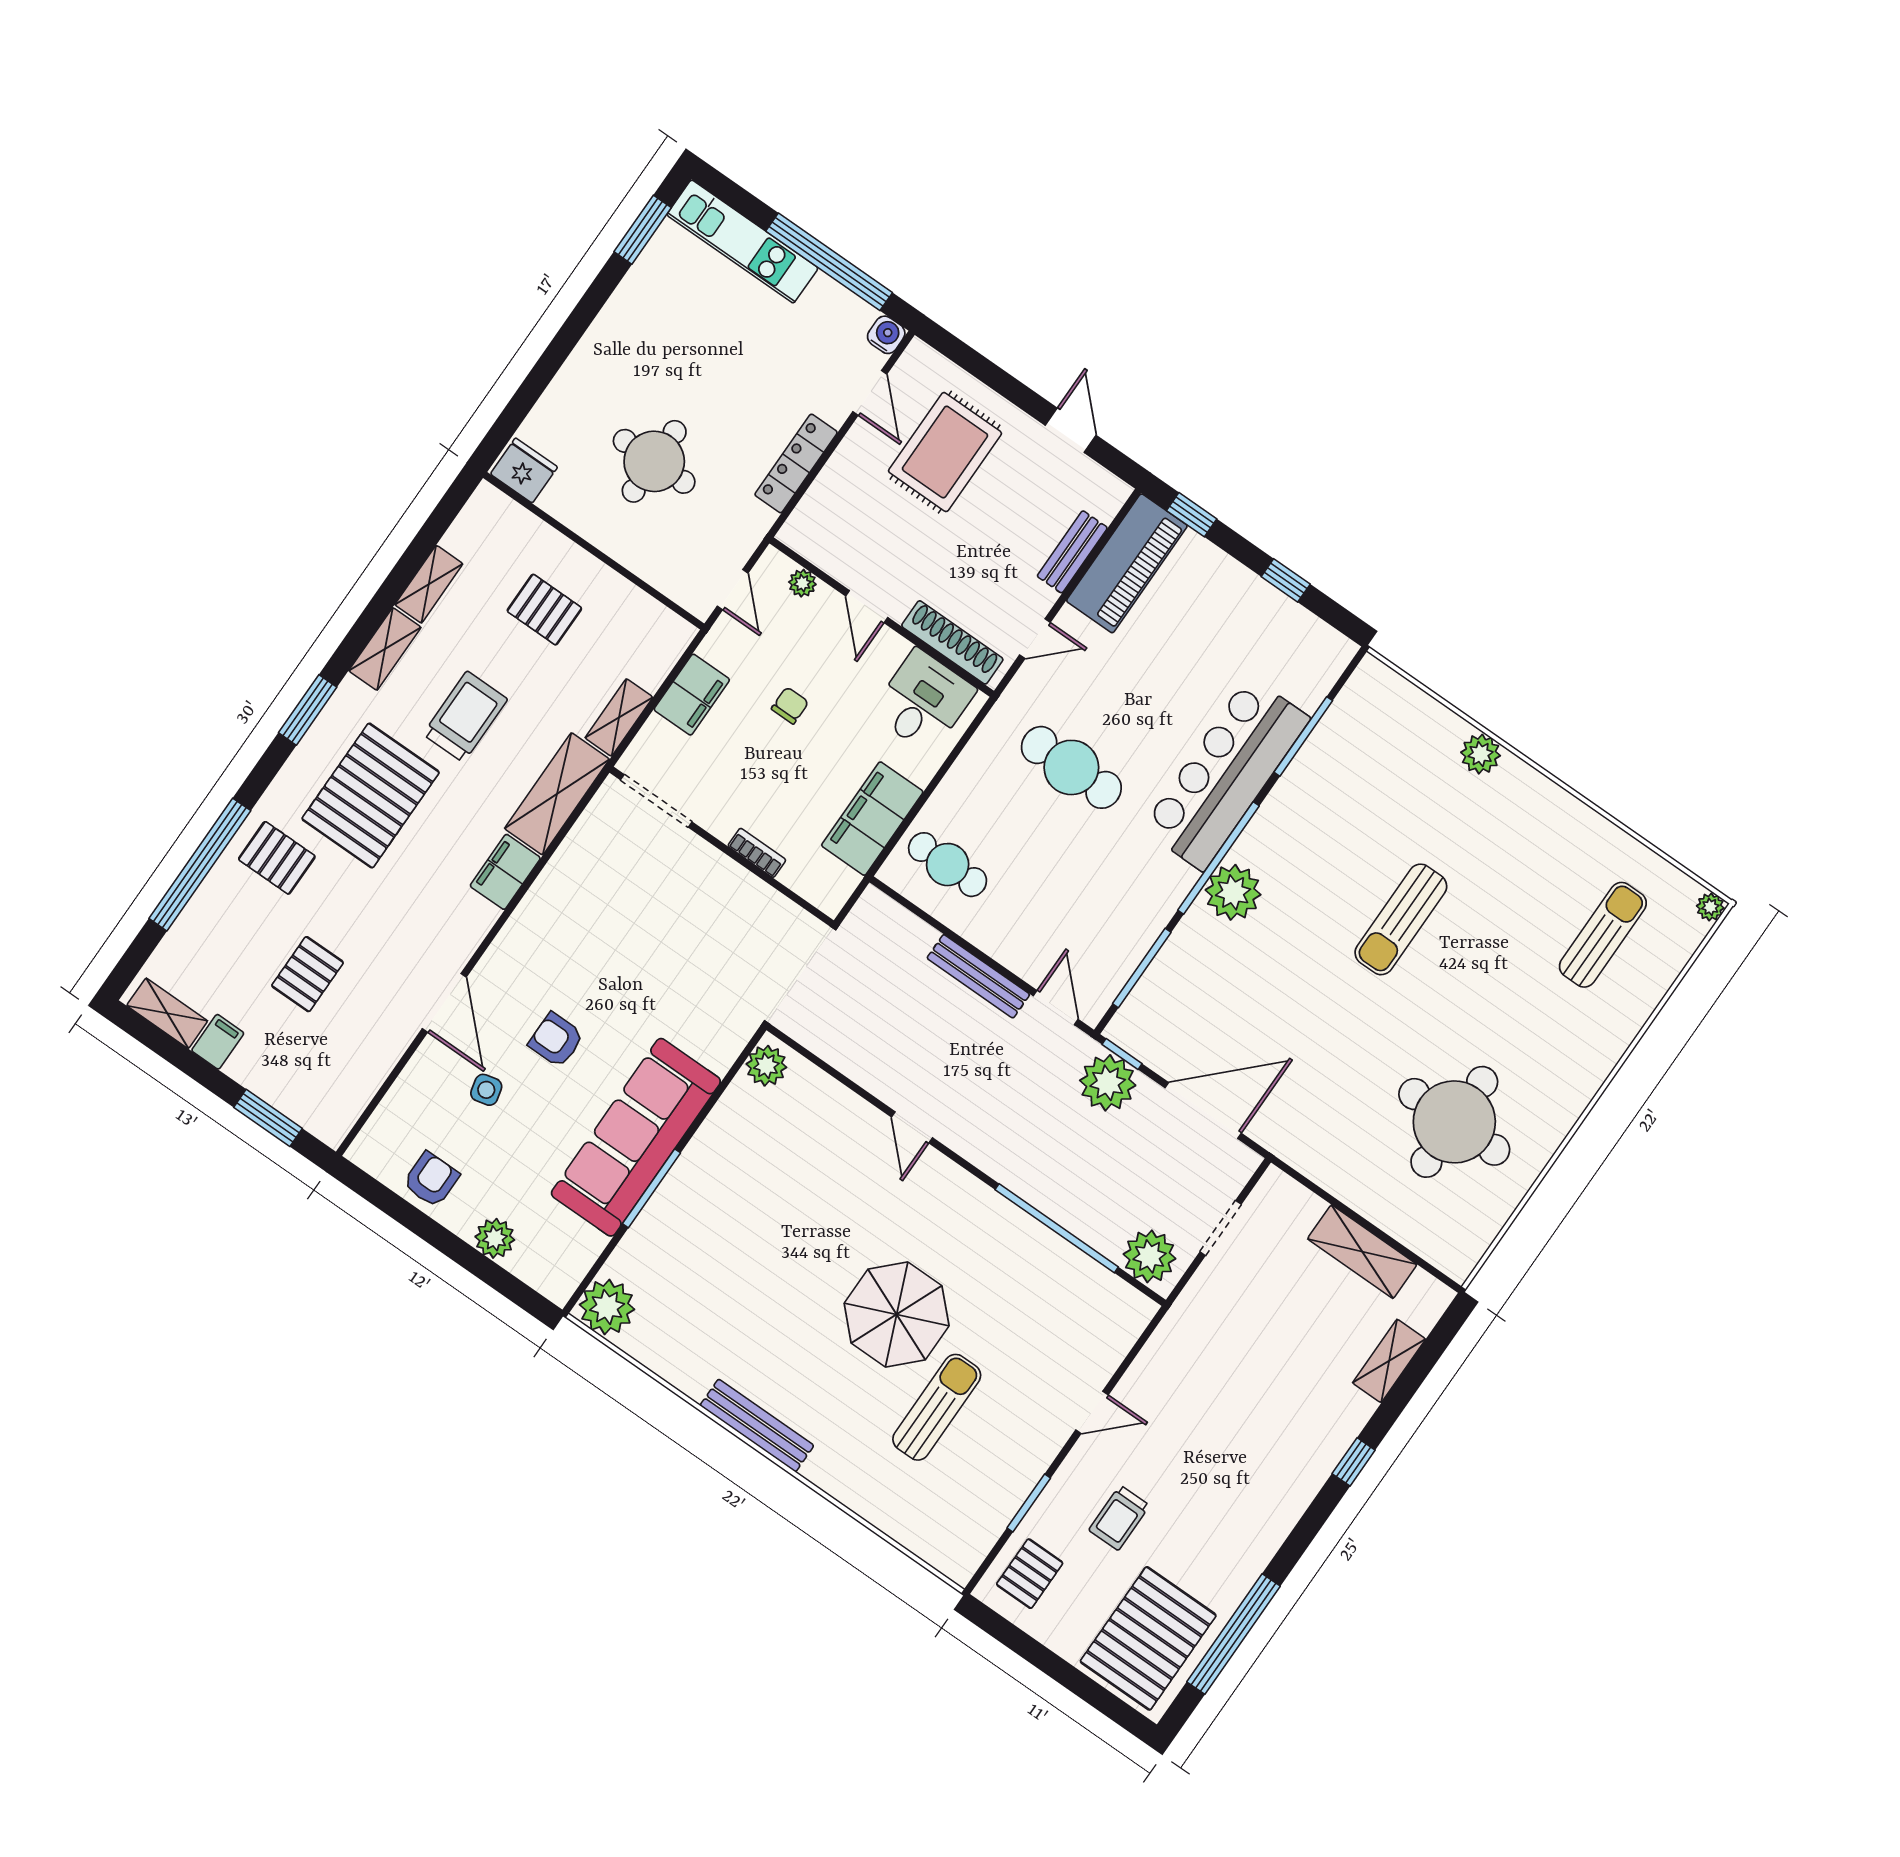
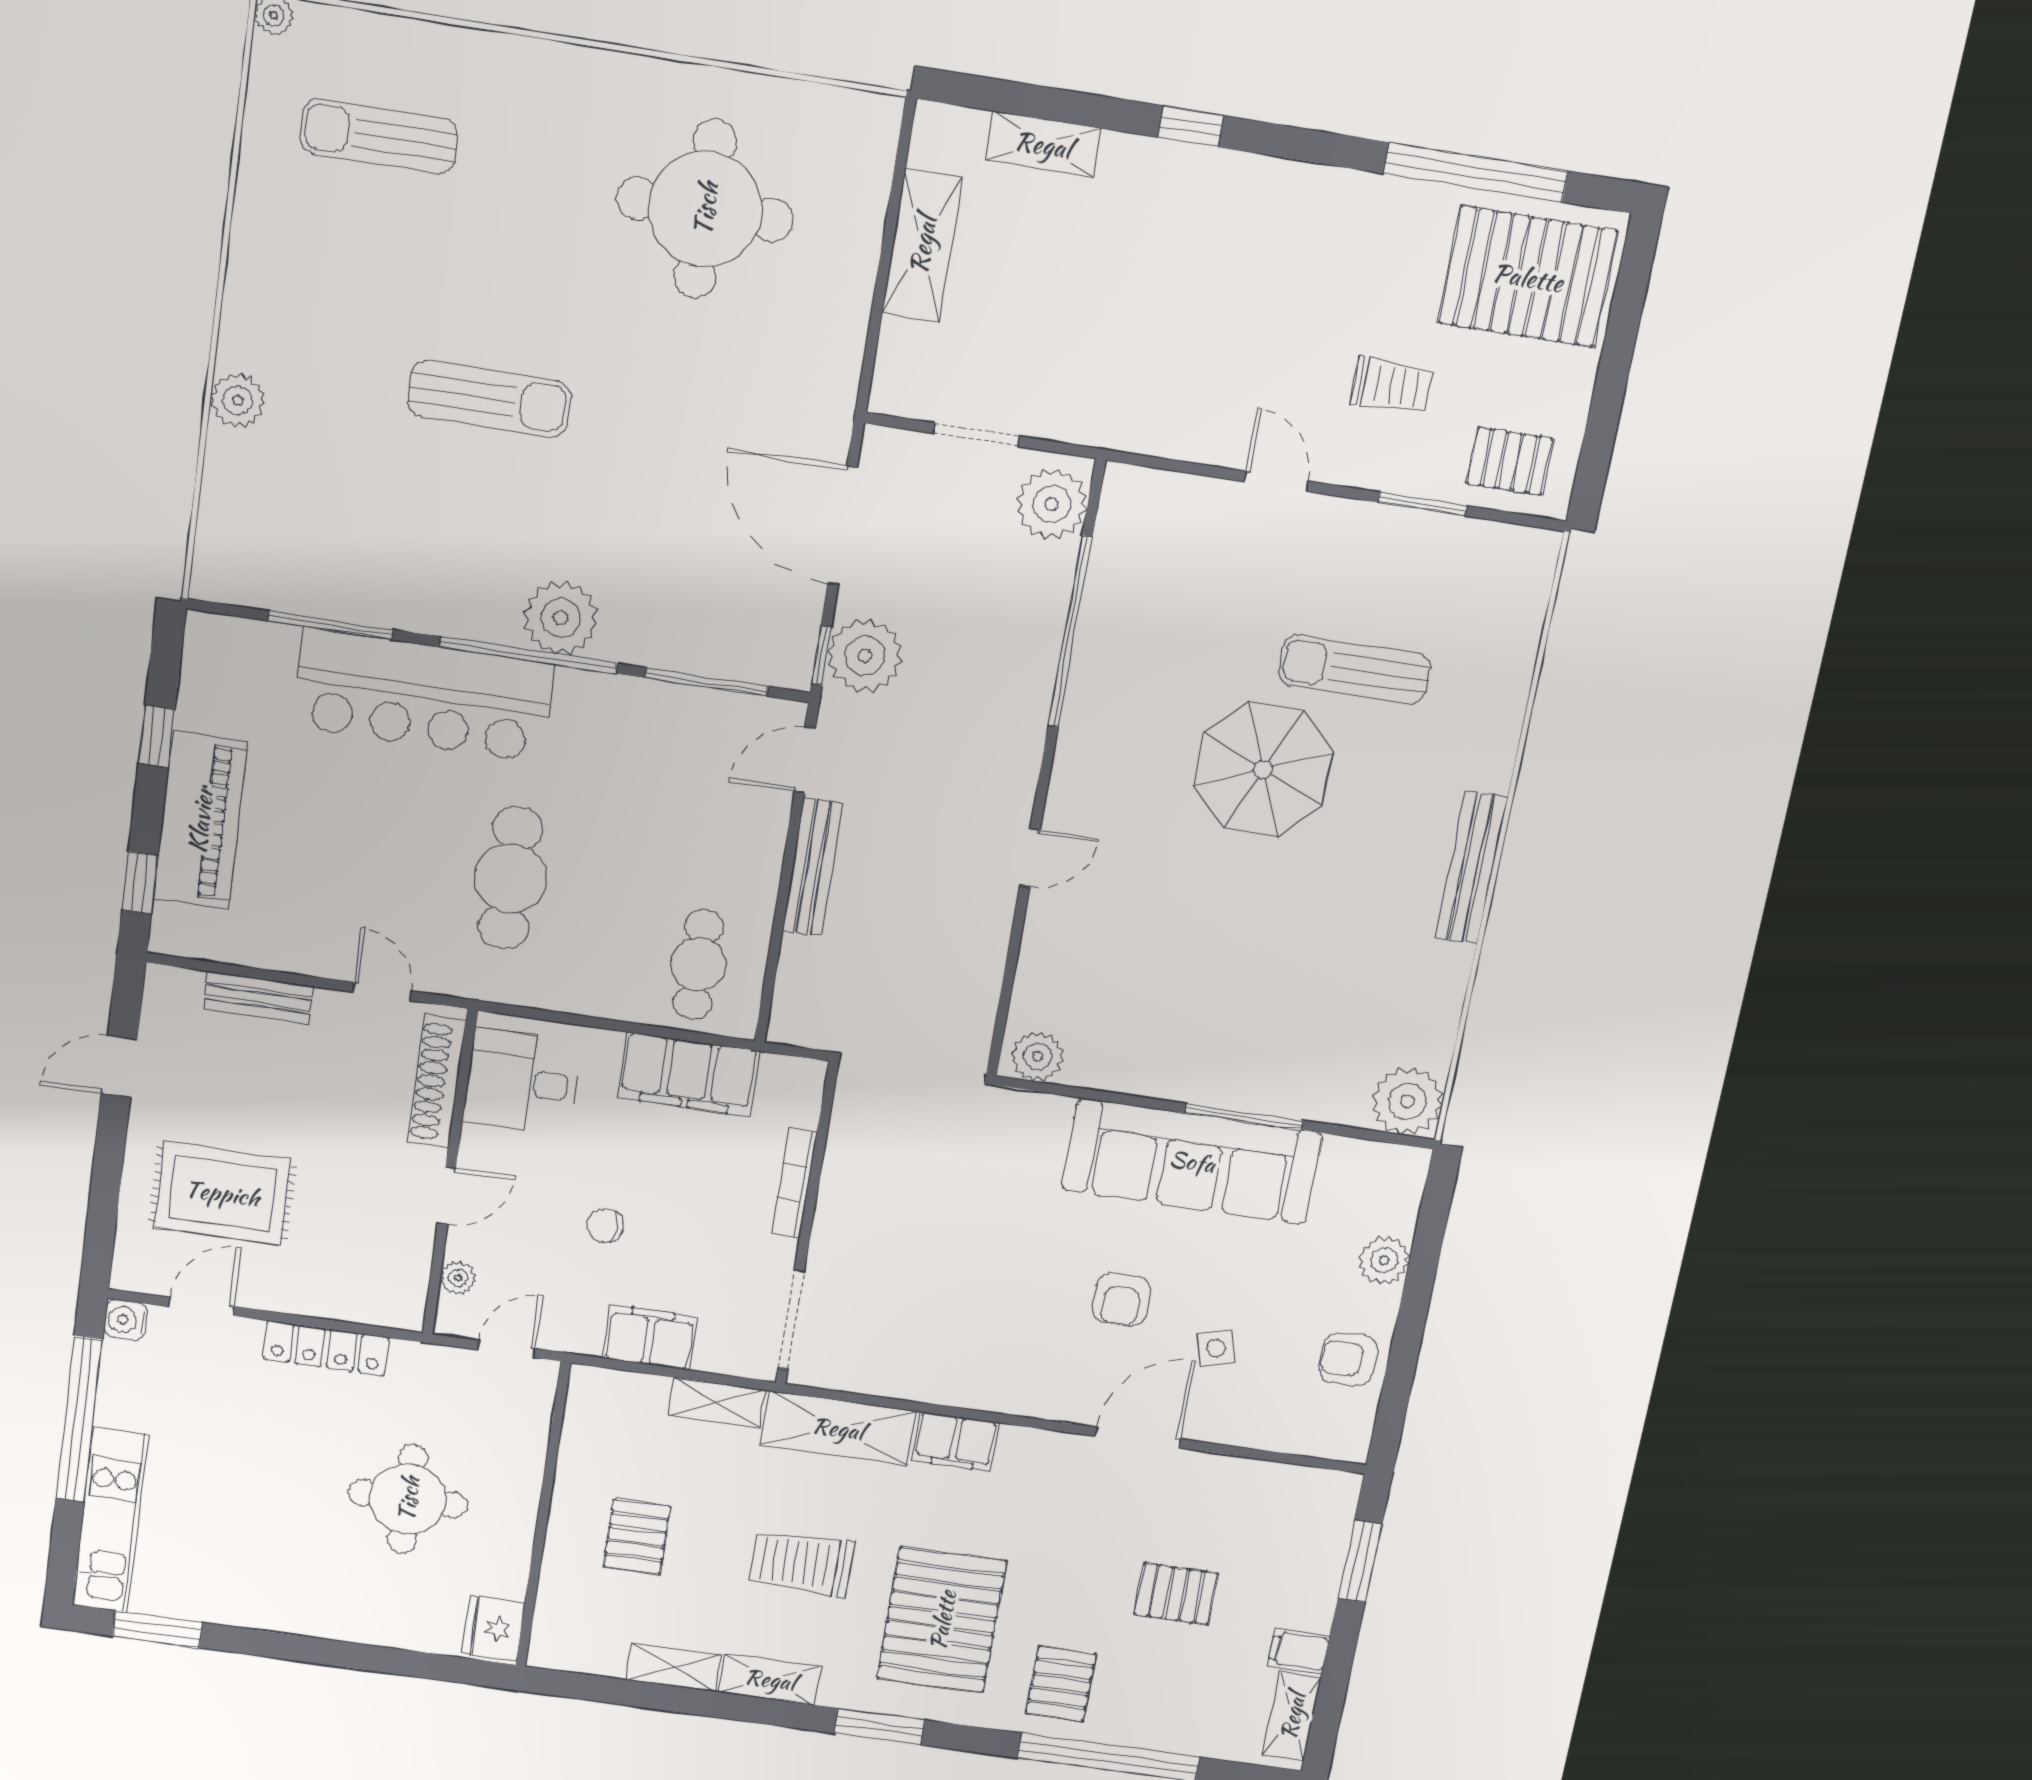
piano: (1127, 563) -> (200, 820), moved, turned 90
pallet: (371, 796) -> (942, 1620), turned 90
bookcase: (757, 853) -> (794, 1183), width x1.56

